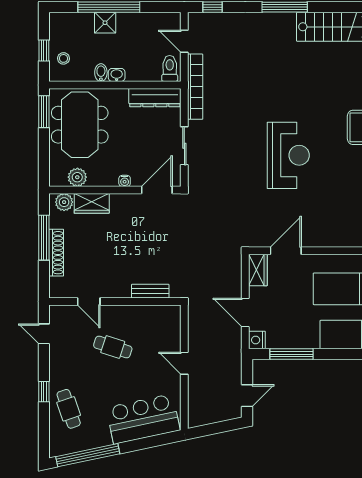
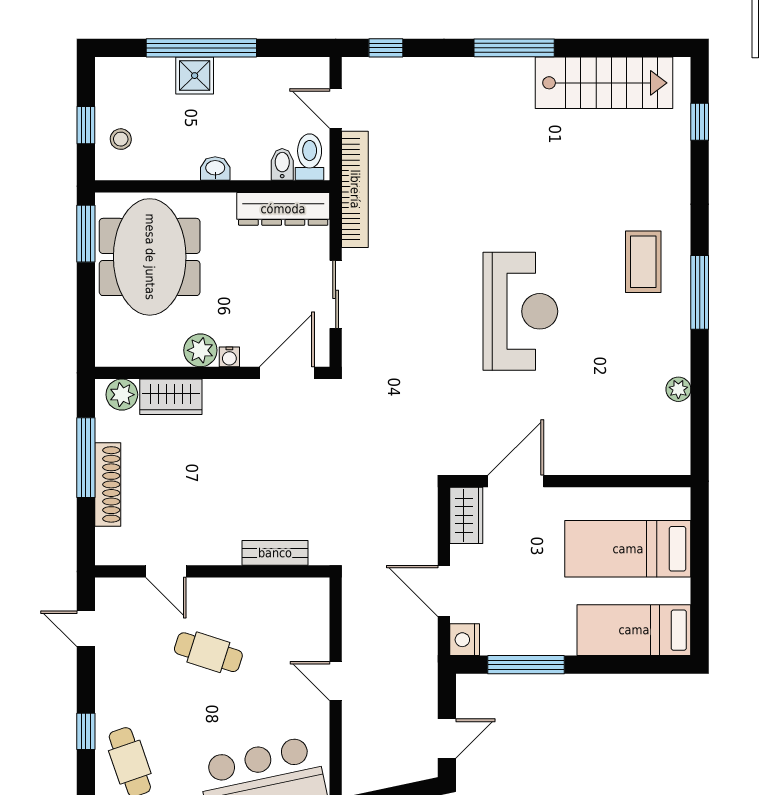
bidet: (101, 73) -> (282, 164), moved
plant: (77, 177) -> (200, 350), moved

